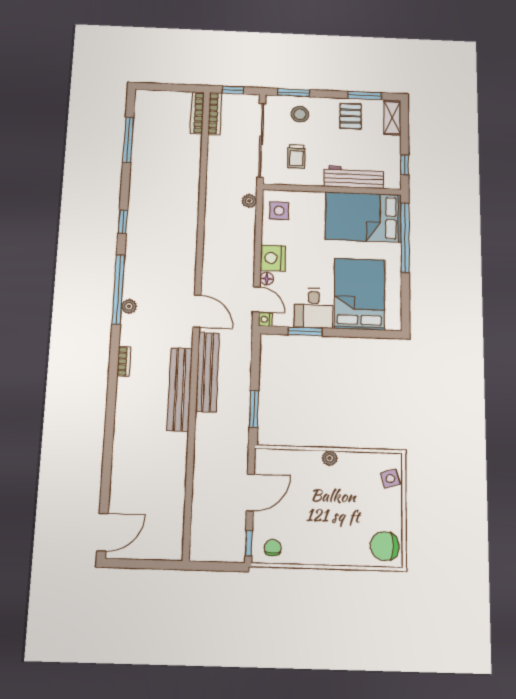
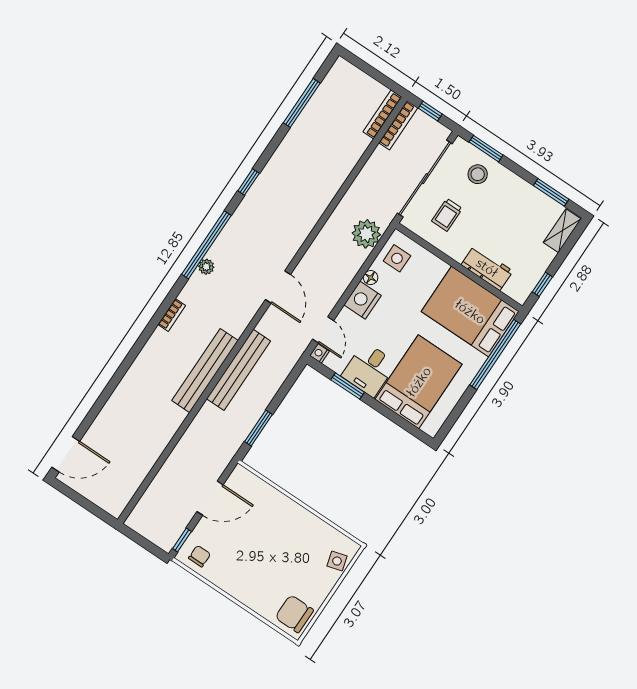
pallet: (351, 116) -> (524, 205), removed
workbench: (354, 177) -> (487, 268), width x0.73
plant: (249, 201) -> (366, 234), width x1.87, depth x1.87
floor lamp: (267, 279) -> (371, 278), moved
door: (197, 311) -> (278, 287), moved
plant: (330, 458) -> (296, 511), removed

